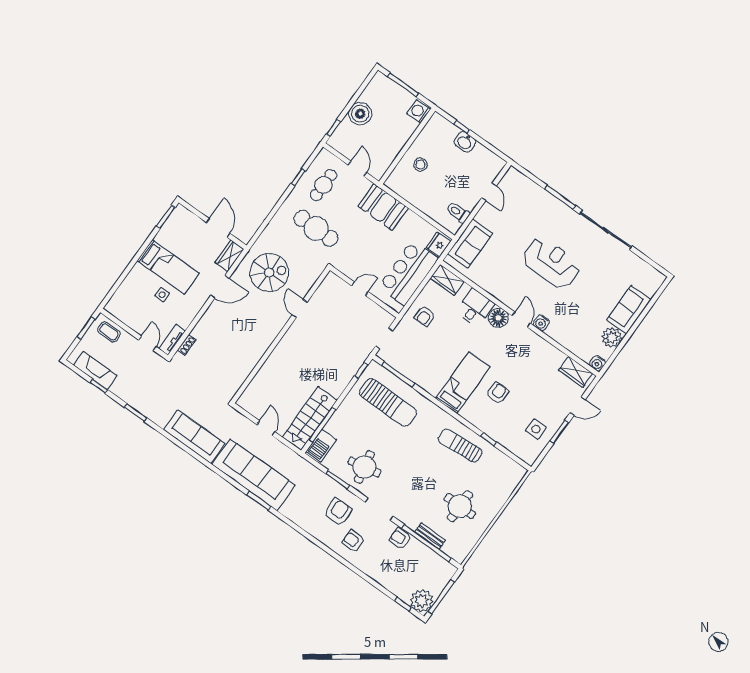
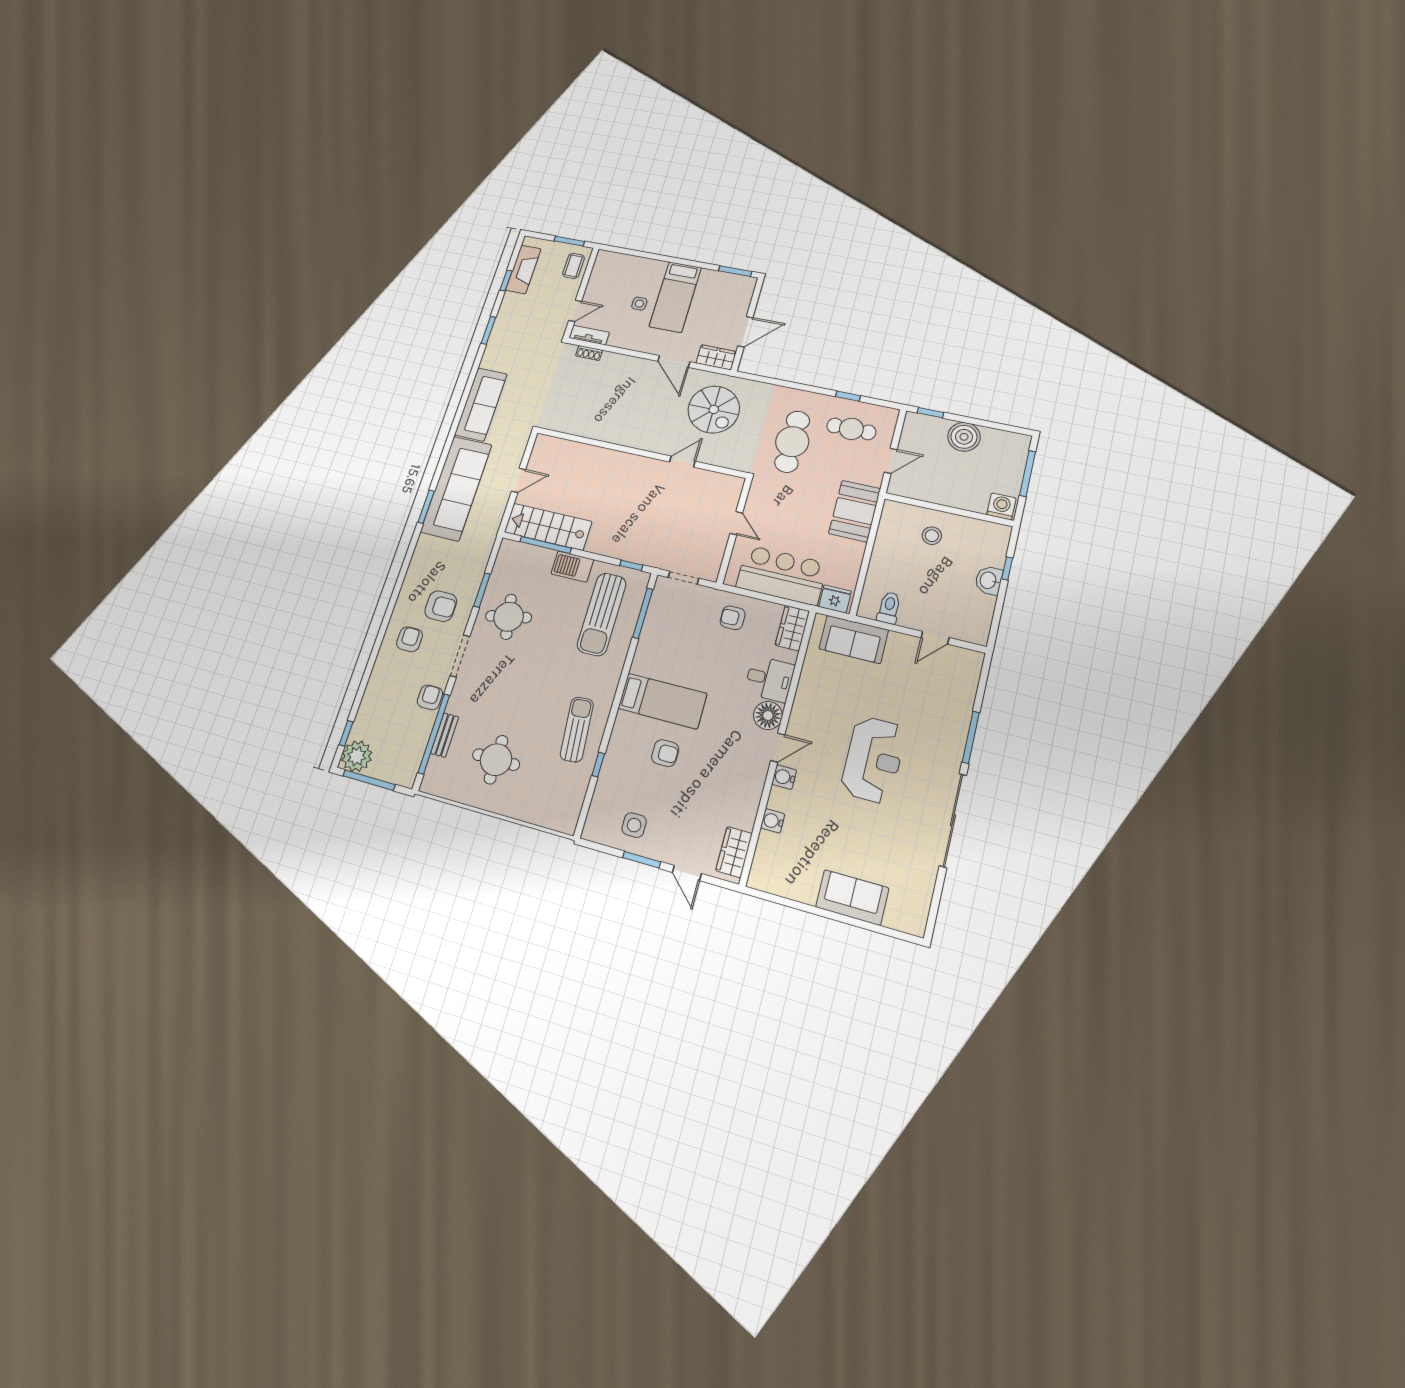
plant: (612, 337) -> (803, 887), removed
water cooler: (597, 363) -> (773, 821), moved
barbecue: (321, 446) -> (572, 567), moved

